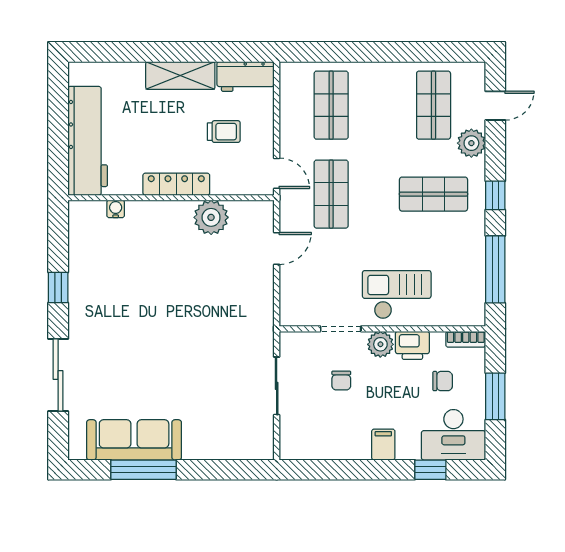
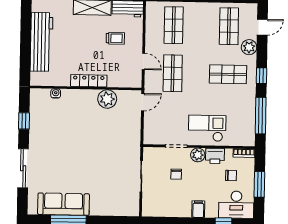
locker: (176, 184) -> (89, 81), moved
wall: (171, 198) -> (86, 88), moved
water cooler: (116, 209) -> (56, 93), moved
plant: (211, 217) -> (107, 99), moved

